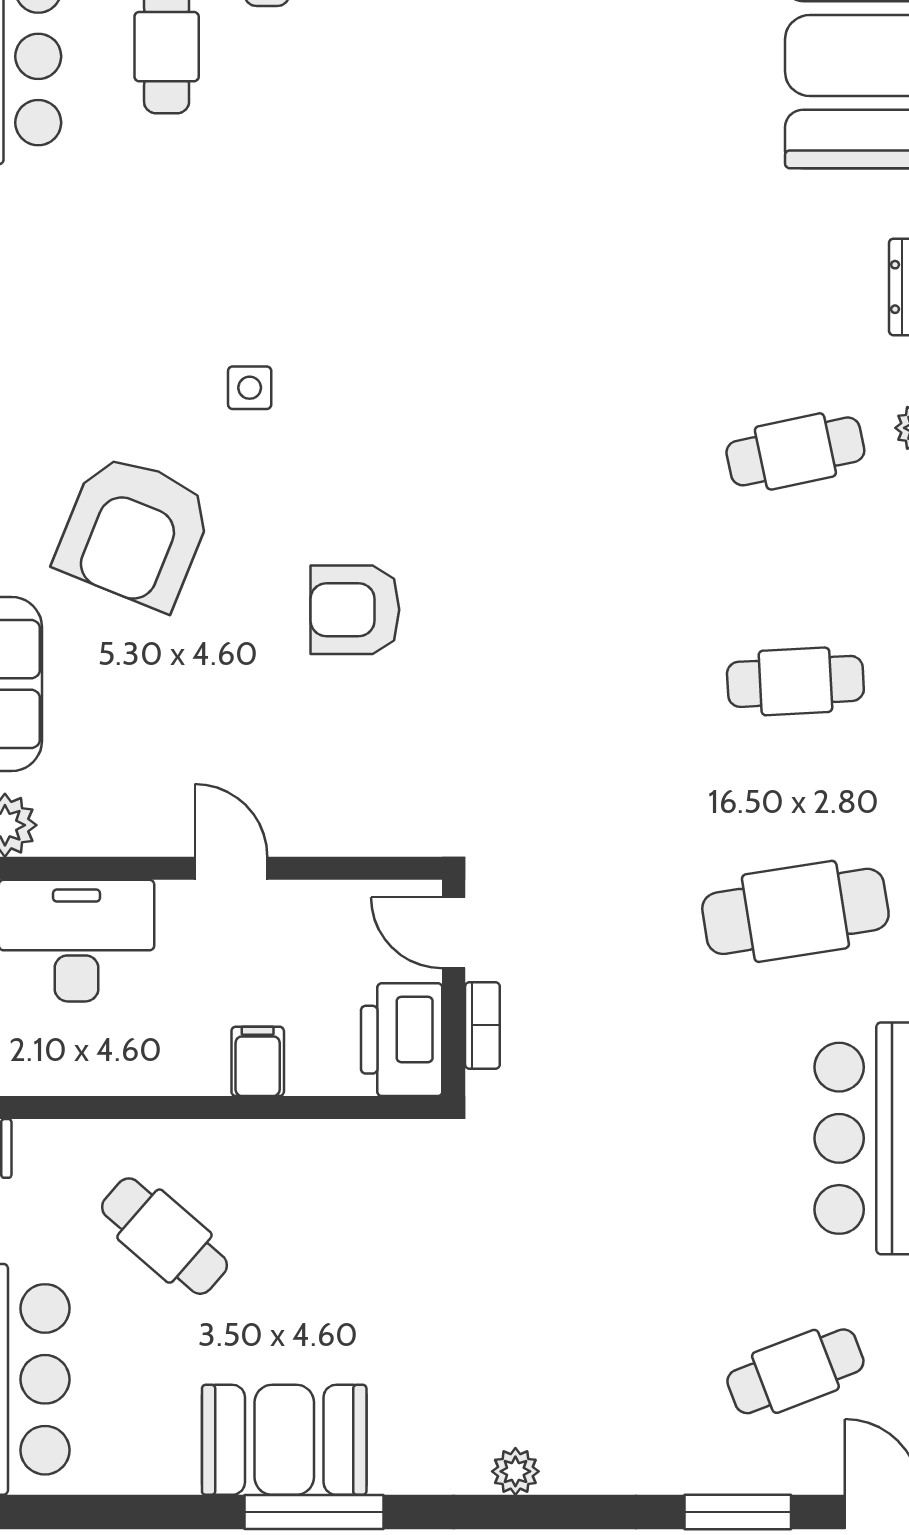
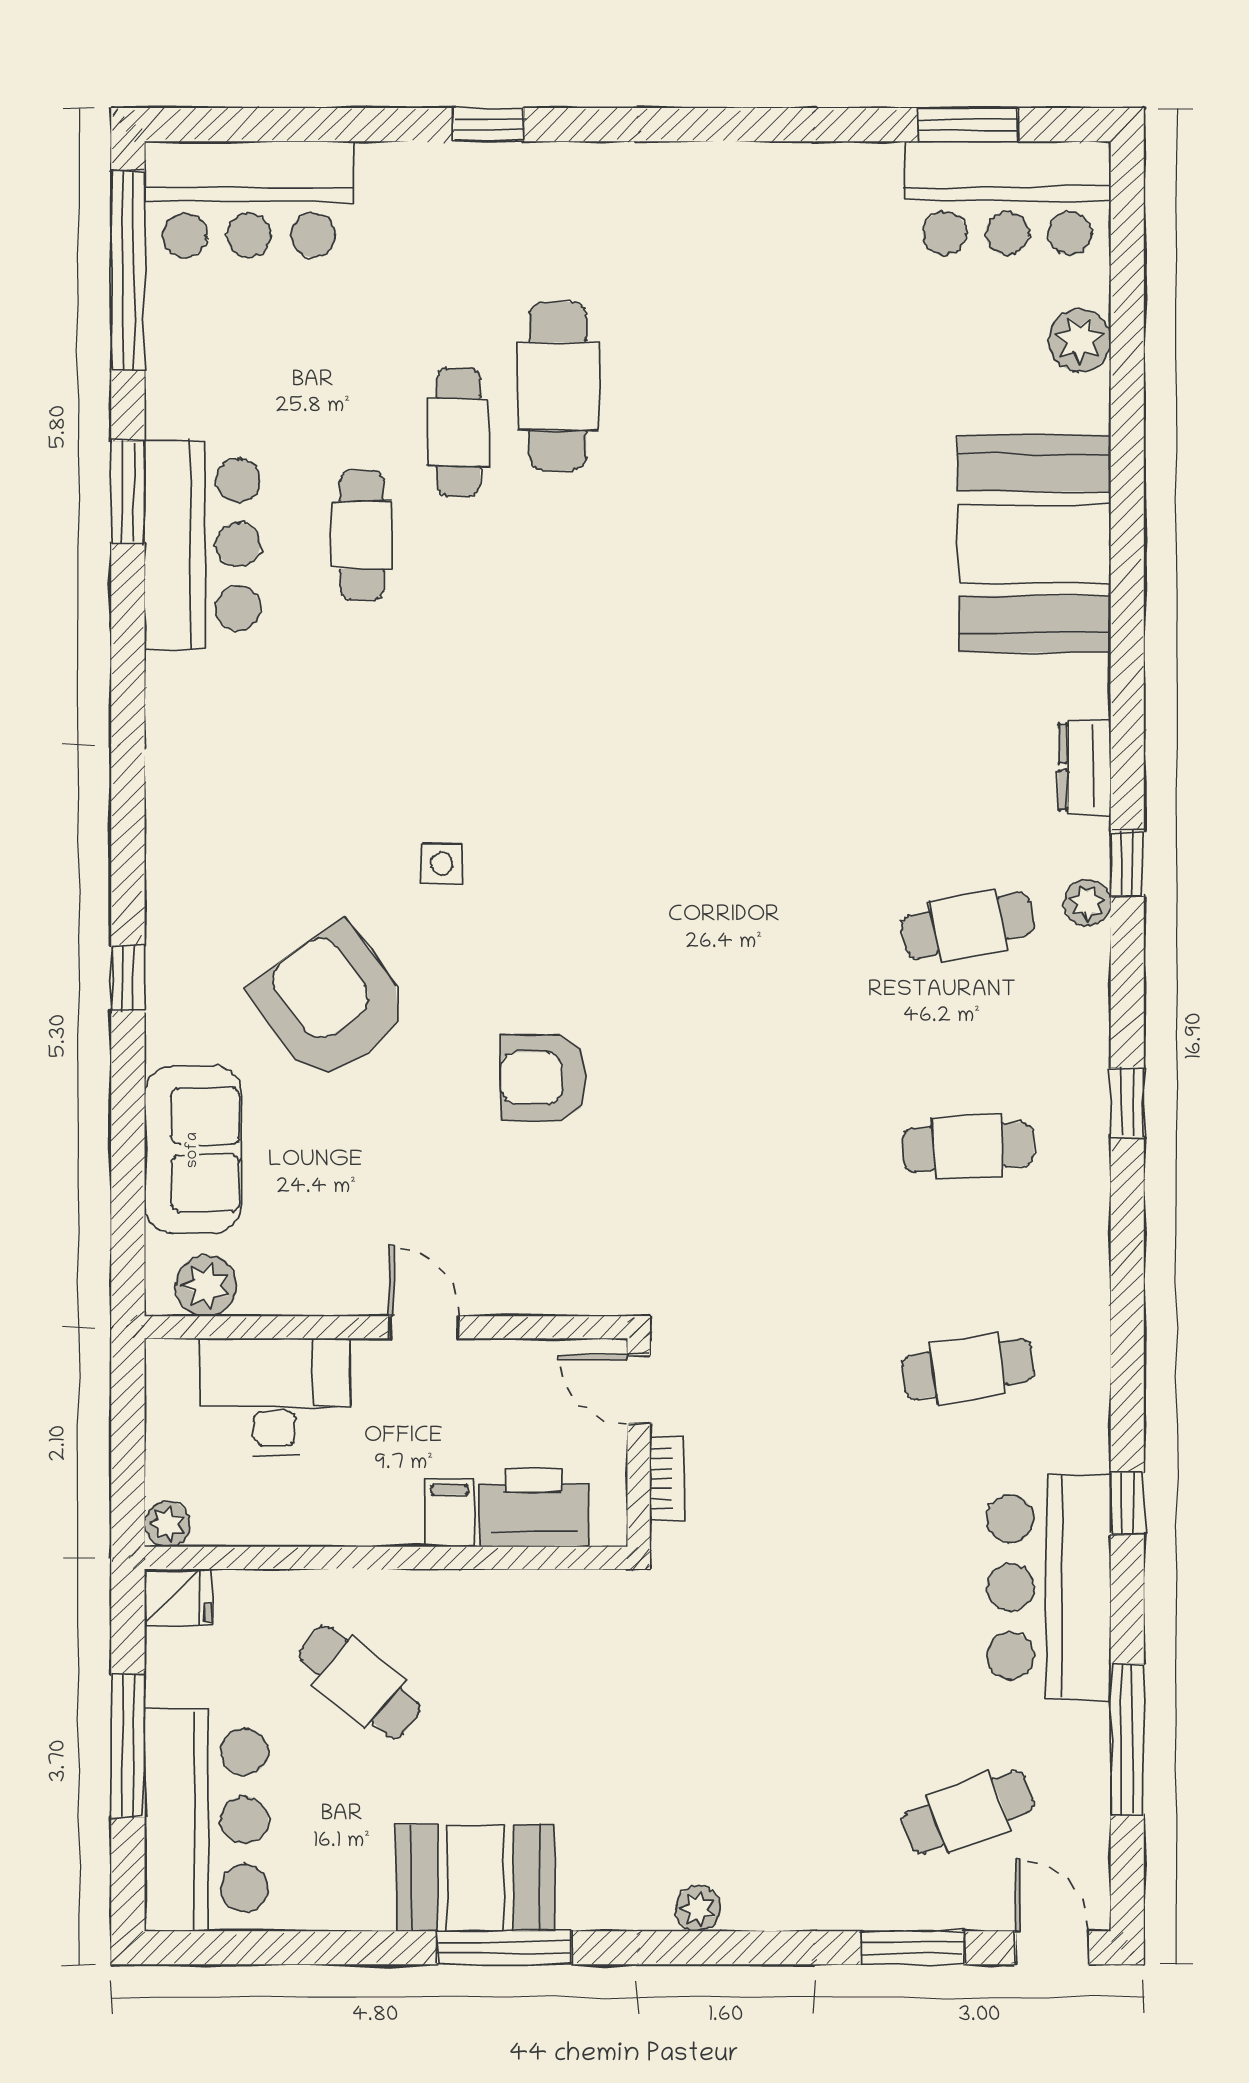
armchair: (134, 531) -> (331, 1002), turned 122
cafe table: (795, 911) -> (968, 1369), width x0.73, depth x0.74
printer: (402, 1040) -> (534, 1508), moved, turned 90

